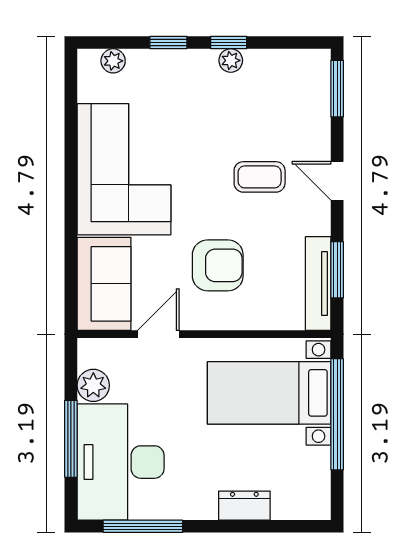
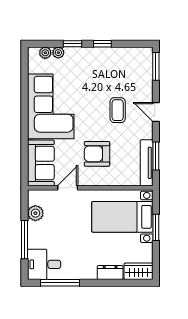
plant: (231, 60) -> (58, 53), moved
coffee table: (260, 177) -> (118, 110), turned 90
armchair: (218, 265) -> (97, 154), turned 180
window: (337, 414) -> (156, 227), width x0.47
desk: (121, 462) -> (44, 264), width x0.53, depth x0.77
wardrobe: (302, 503) -> (138, 271), added

